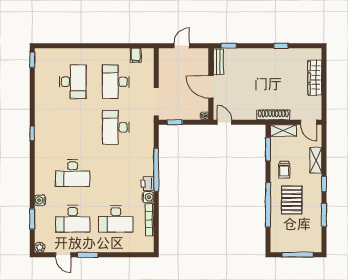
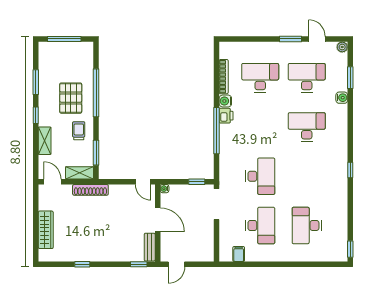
door: (182, 46) -> (176, 264), moved

